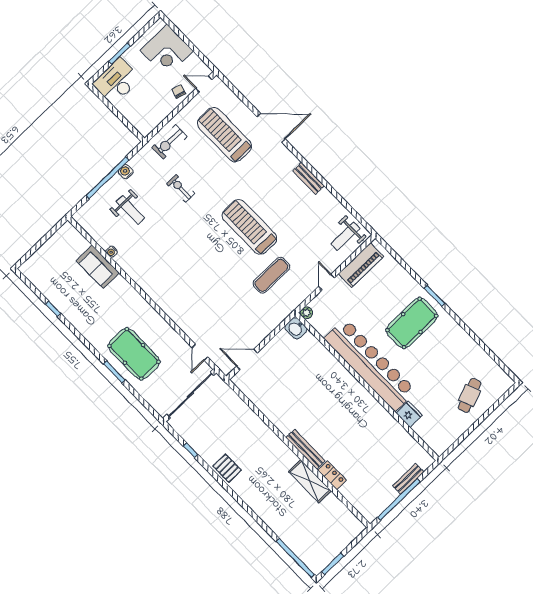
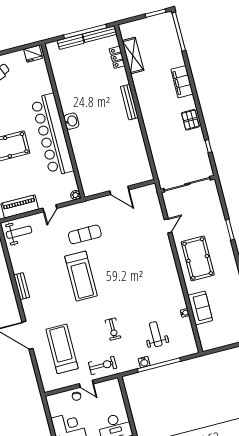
door: (204, 84) -> (86, 384), moved
treadmill: (225, 135) -> (62, 349), turned 180
washbasin: (296, 328) -> (71, 121), moved
door: (200, 352) -> (168, 226), moved
pool table: (134, 354) -> (198, 258), moved
door: (247, 360) -> (119, 190), moved
fridge: (409, 414) -> (33, 54), moved, turned -90
locker: (332, 475) -> (117, 57), moved
shelving: (310, 481) -> (133, 55), moved
filing cabinet: (260, 505) -> (182, 82), added
bench: (381, 506) -> (100, 34), added

